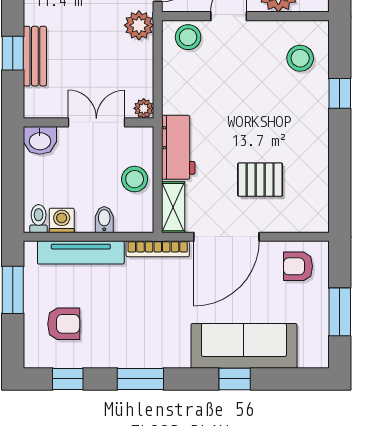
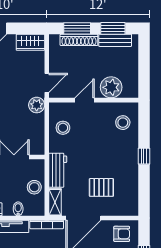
stool: (188, 37) -> (63, 128), moved
window: (340, 93) -> (144, 156), moved
plant: (144, 108) -> (39, 149), removed
armchair: (298, 266) -> (122, 234), turned 180

